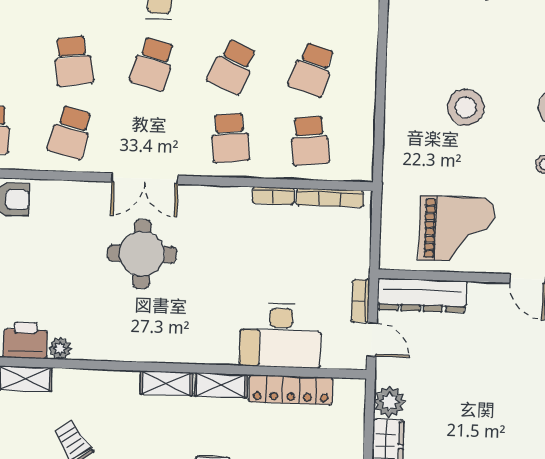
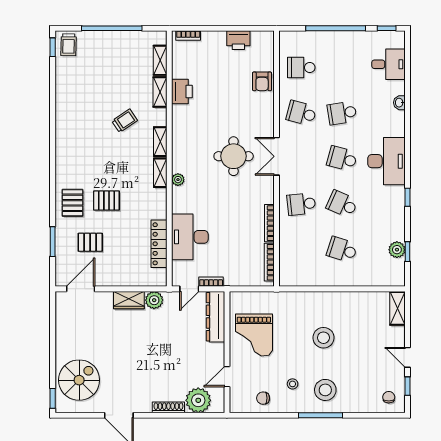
school desk: (310, 141) -> (301, 250), removed
bookcase: (273, 196) -> (269, 223), width x1.56
plant: (60, 348) -> (178, 180), moved
shelving: (221, 385) -> (160, 142), moved

